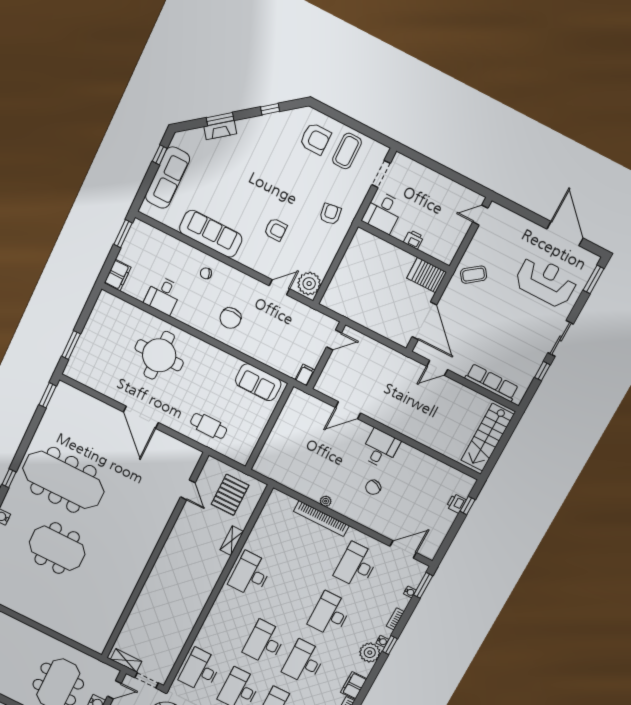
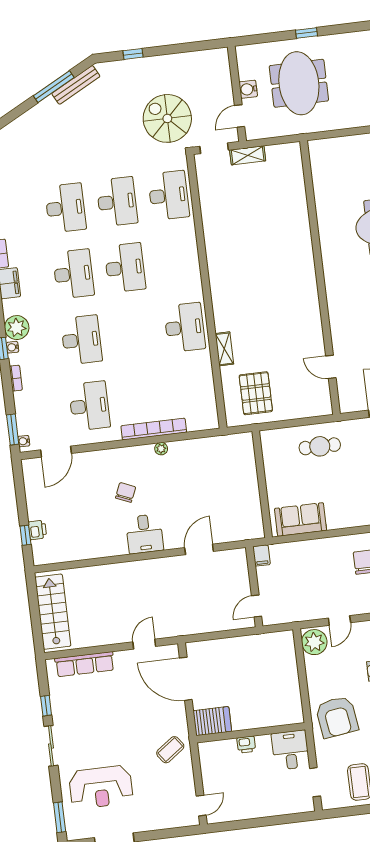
armchair: (330, 214) -> (337, 717), width x1.88, depth x1.88
door: (188, 490) -> (331, 367), moved
wall: (154, 557) -> (320, 278), moved
water cooler: (410, 592) -> (24, 441), moved

